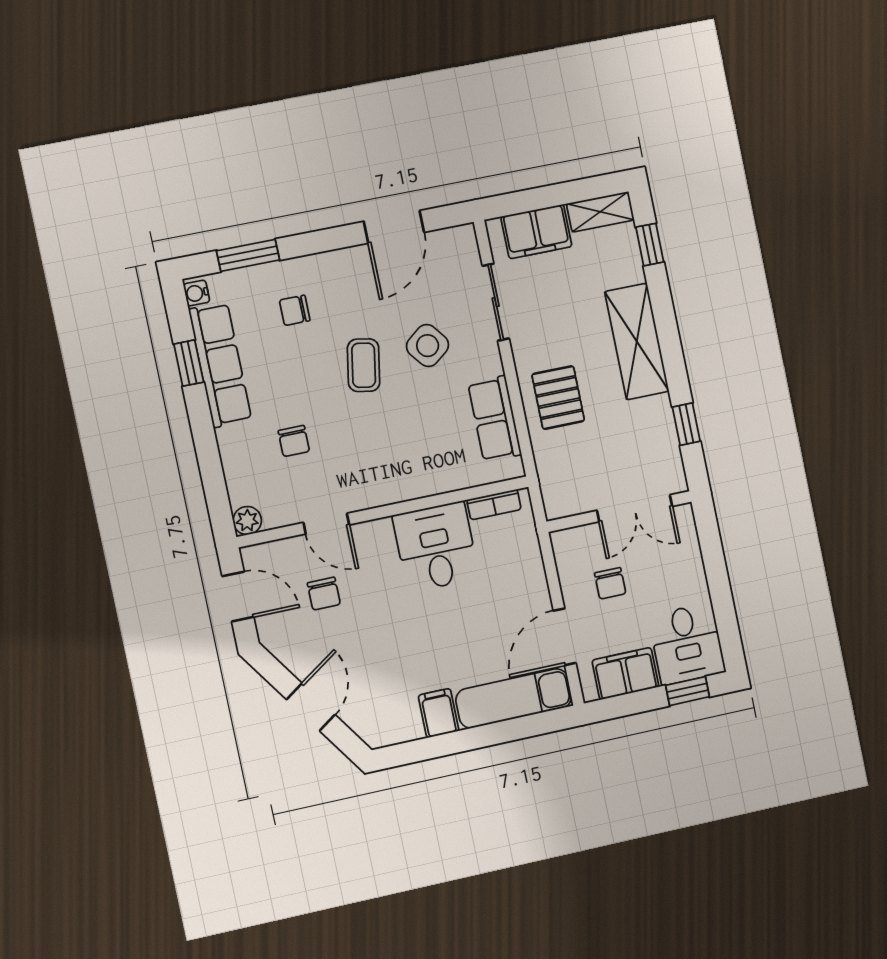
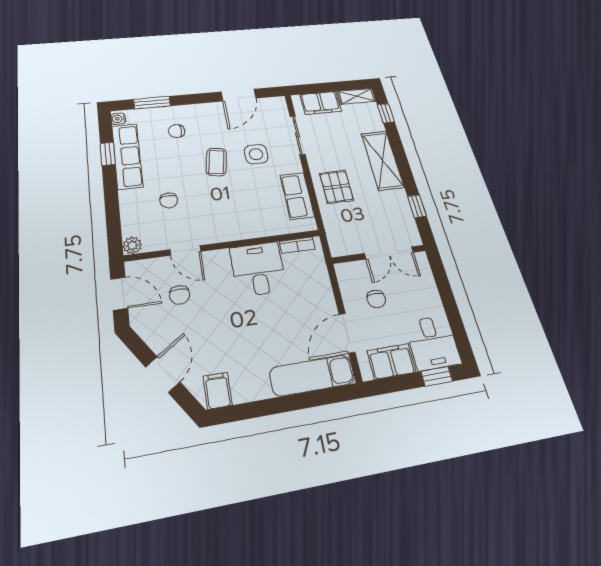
side table: (428, 346) -> (256, 154), turned 38
filing cabinet: (439, 713) -> (218, 391), moved

